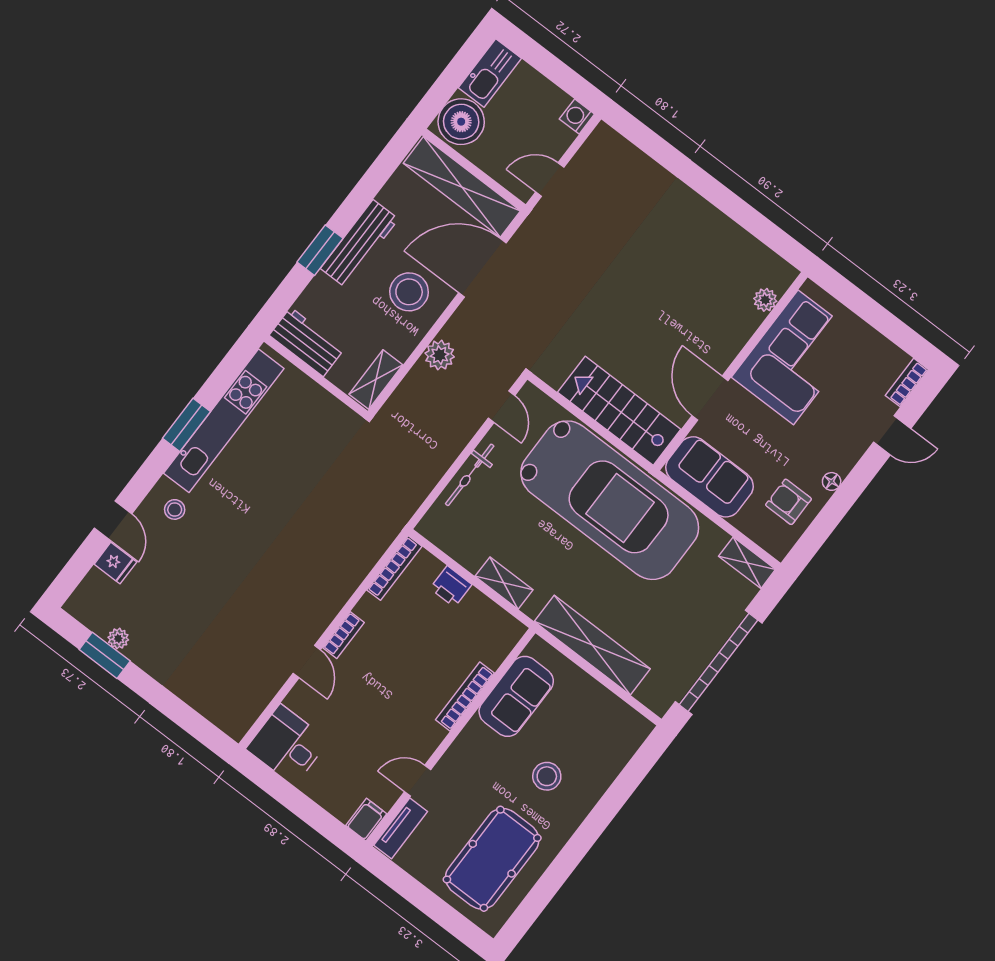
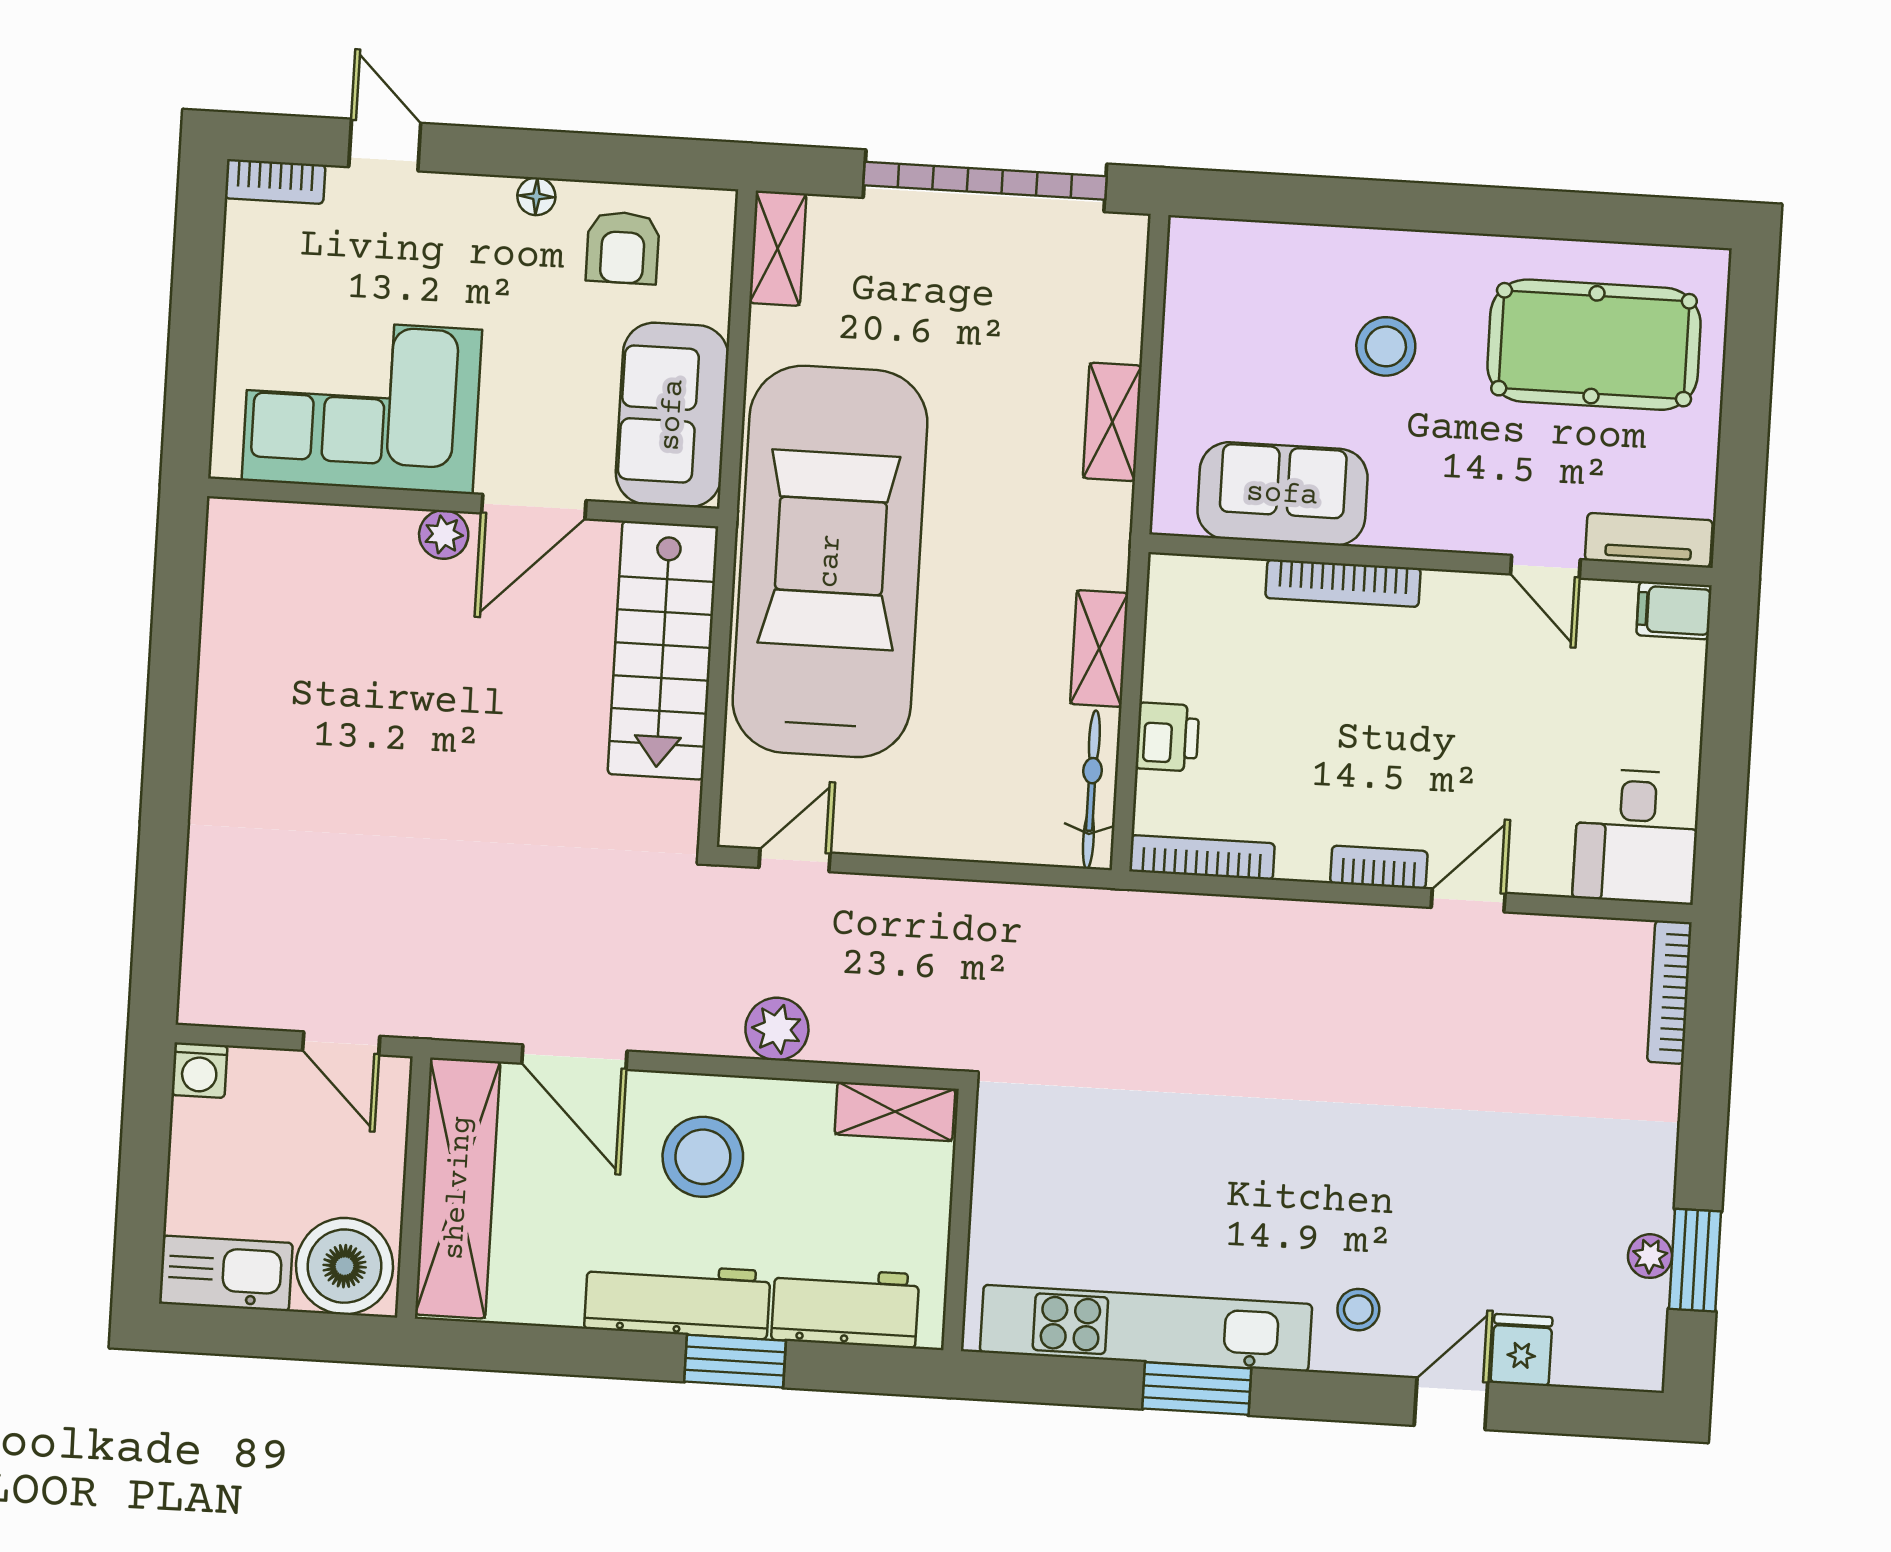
door: (482, 268) -> (574, 1057), width x0.73
plant: (765, 300) -> (444, 535), moved
workbench: (307, 342) -> (845, 1307), moved, turned 90
bicycle: (470, 475) -> (1091, 790), moved, turned -90
shelving: (592, 645) -> (1112, 422), width x0.45, depth x0.75
bookcase: (217, 716) -> (1669, 992), added

